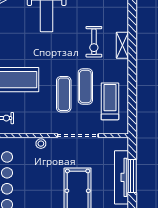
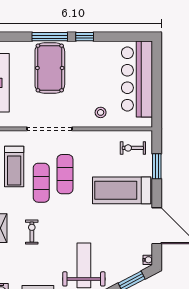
exercise bike: (94, 42) -> (32, 232), width x0.73, depth x0.72
stool: (41, 144) -> (101, 112), moved

